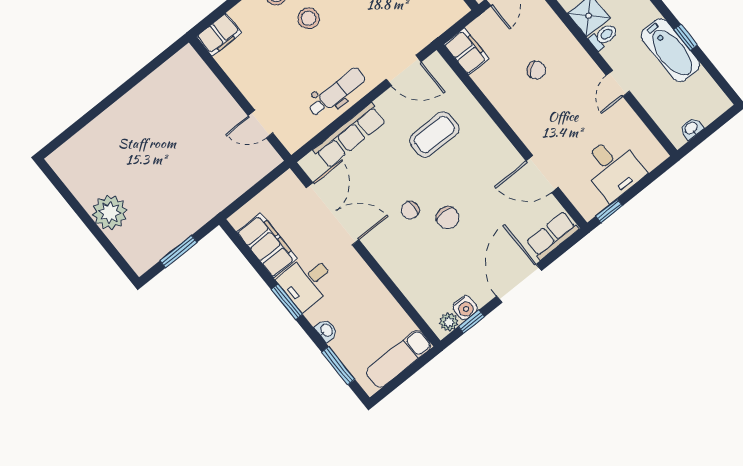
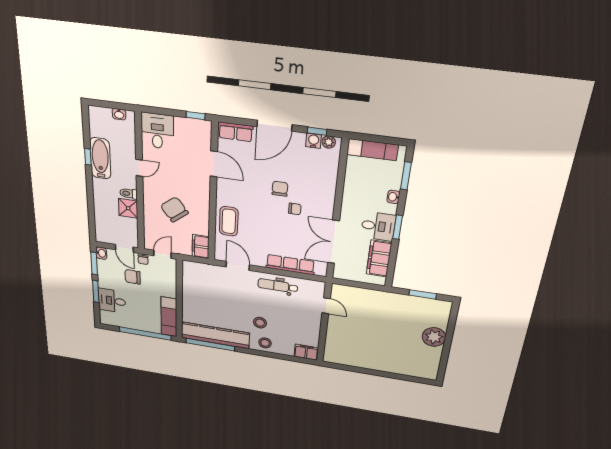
chair: (536, 70) -> (174, 209), width x1.87, depth x1.87
coffee table: (434, 135) -> (229, 221), moved, turned 90
desk: (613, 168) -> (157, 131), moved

